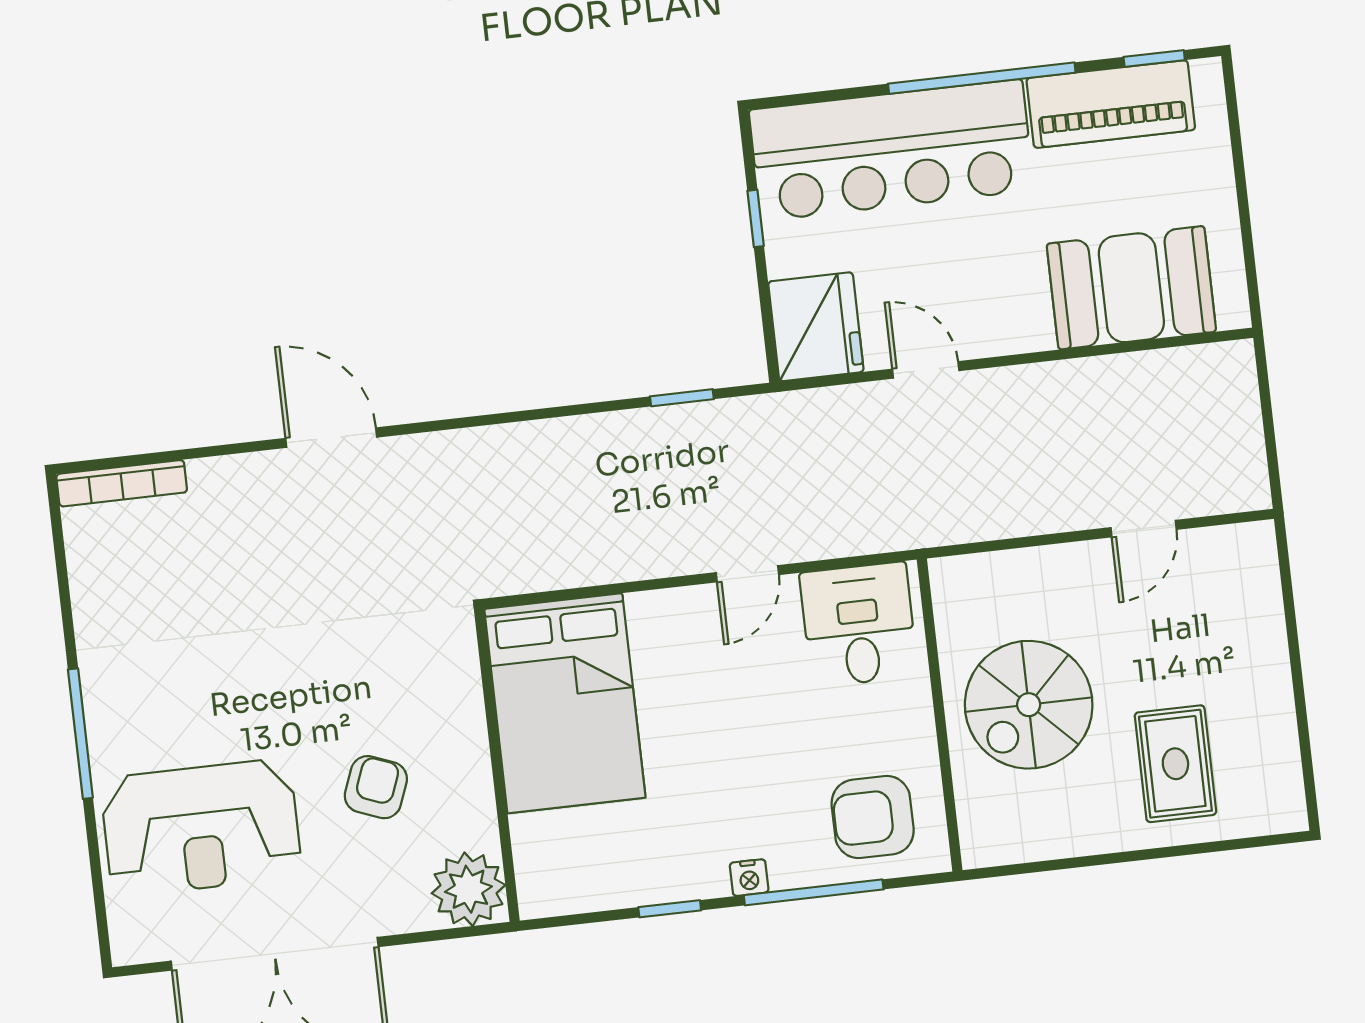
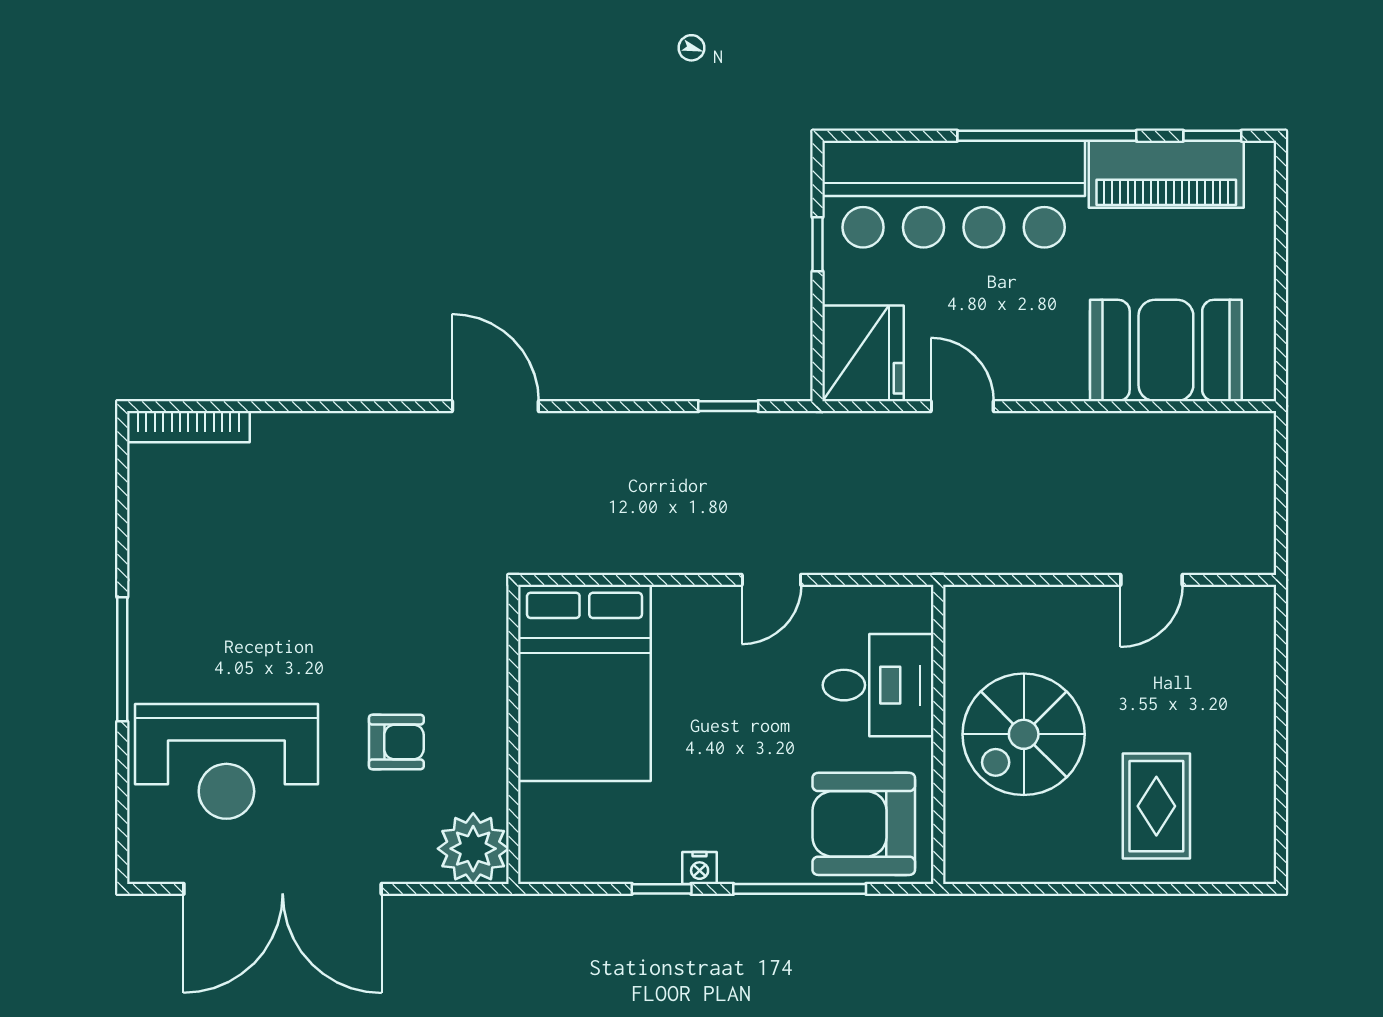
door: (331, 438) -> (495, 406), moved
desk: (859, 624) -> (878, 685), moved, turned 90
armchair: (376, 787) -> (396, 742), turned 69
armchair: (873, 817) -> (864, 824), width x1.36, depth x1.36
nightstand: (749, 878) -> (700, 868), moved

